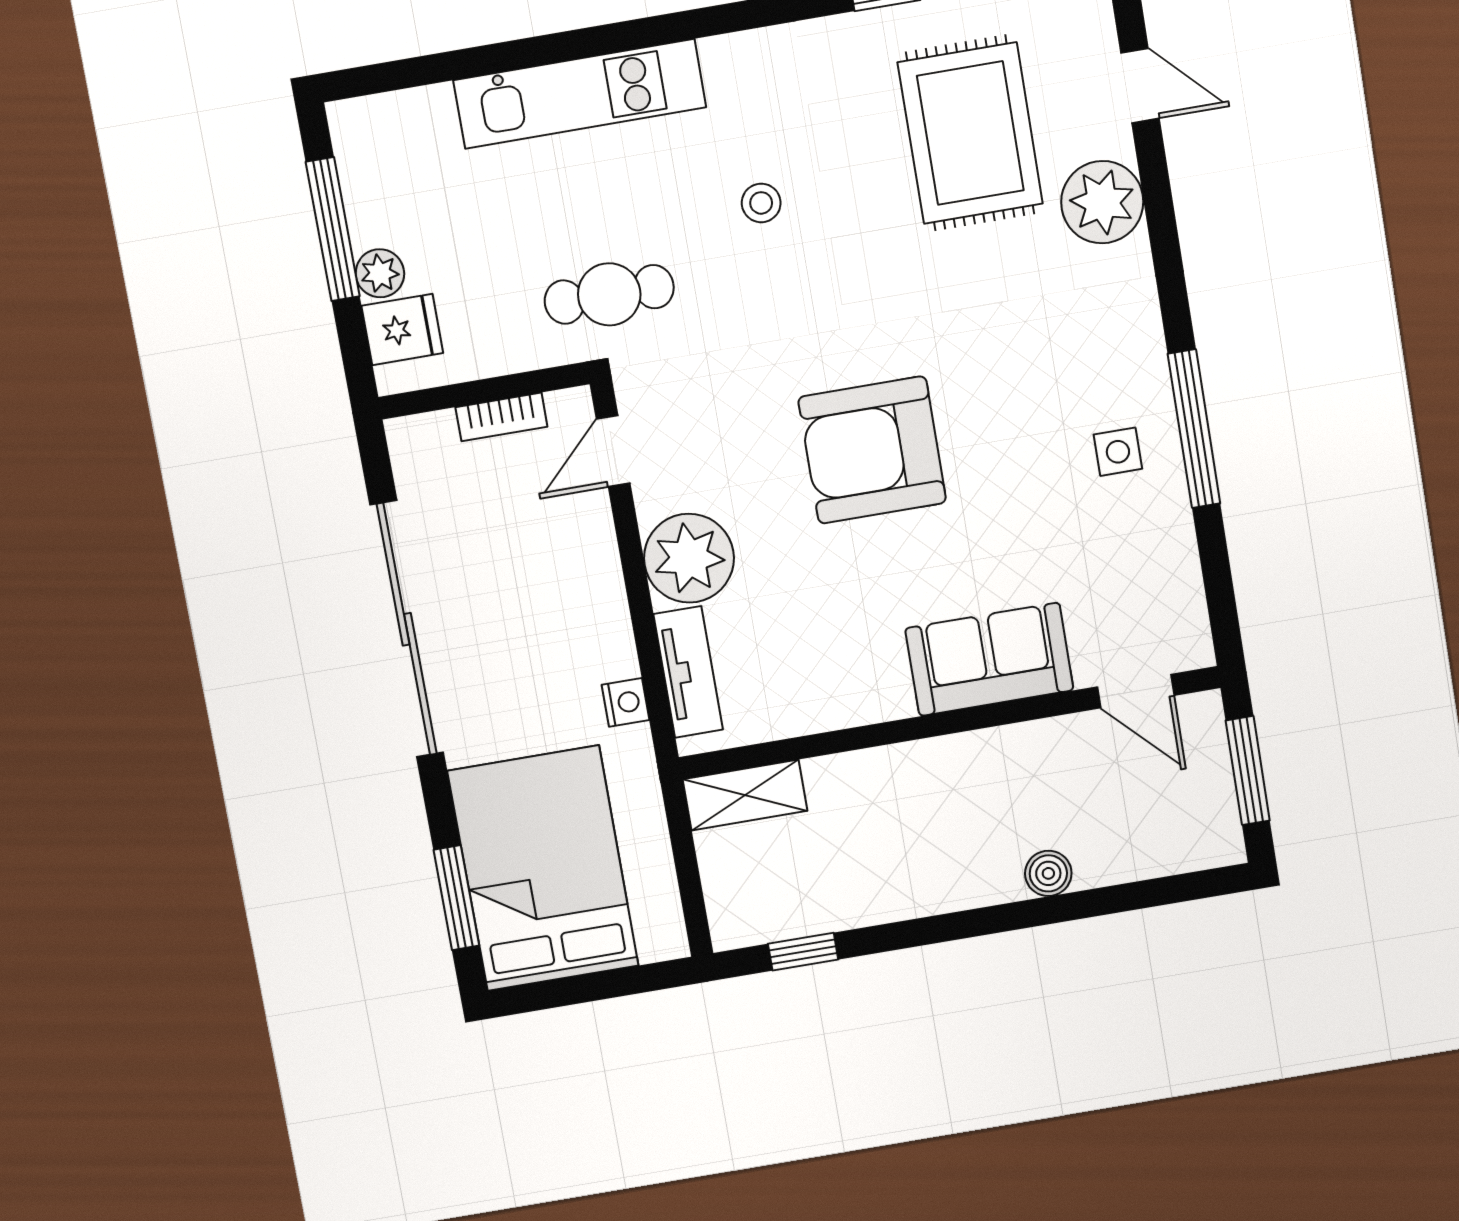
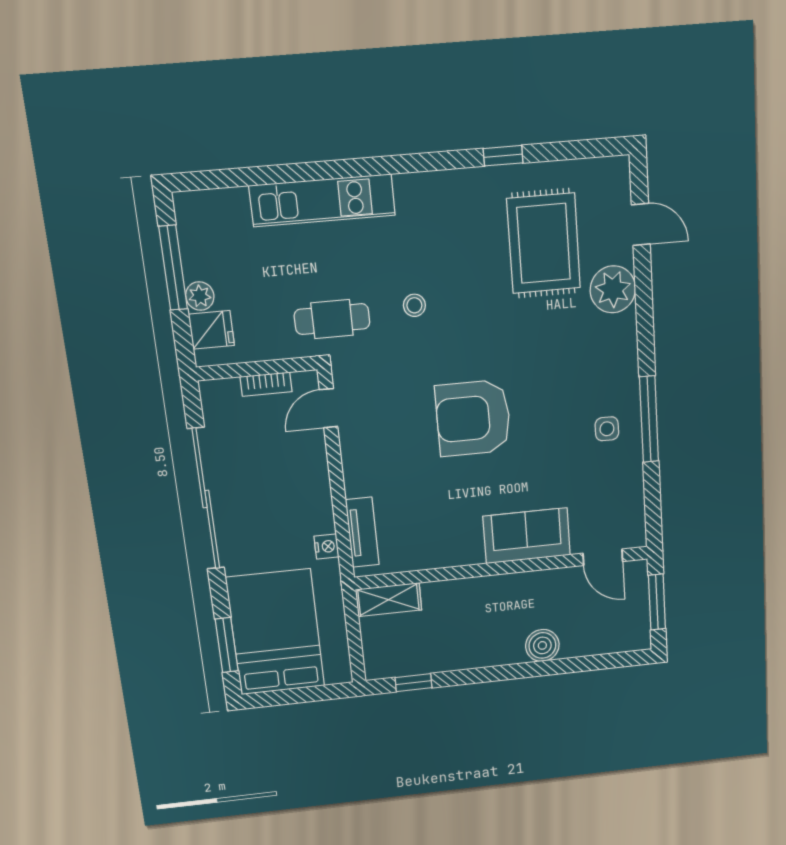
stool: (761, 203) -> (414, 305), moved
plant: (689, 558) -> (367, 470), removed
boiler: (1048, 873) -> (542, 645), width x1.36, depth x1.36

